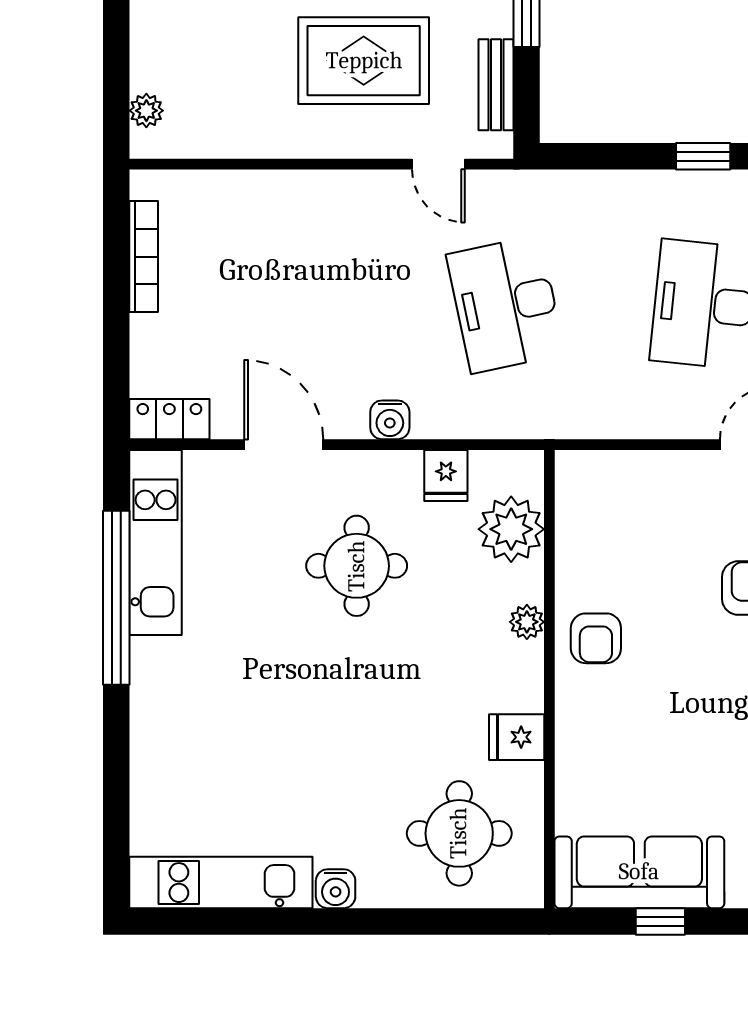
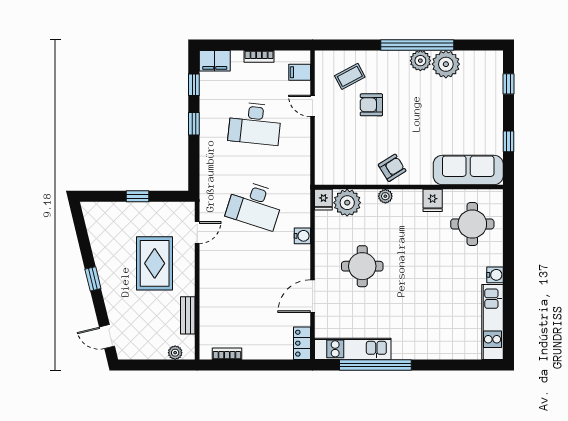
bench: (496, 85) -> (188, 315), moved, turned 90
bookcase: (144, 257) -> (227, 354), width x0.64
desk: (506, 304) -> (255, 205), turned 30
water cooler: (390, 420) -> (302, 236), moved
fridge: (446, 475) -> (323, 200), moved, turned 90
armchair: (596, 638) -> (392, 168), turned -32
sofa: (639, 872) -> (468, 170), moved, turned 90

